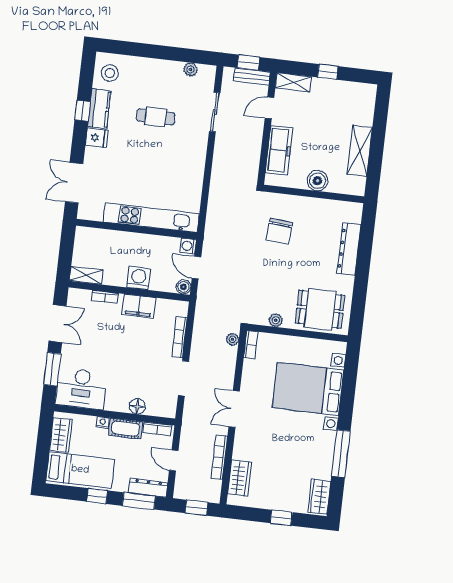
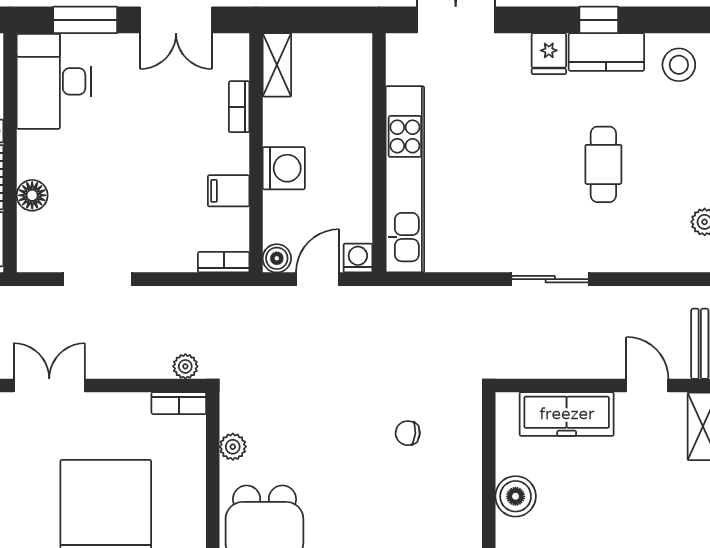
sliding door: (215, 112) -> (550, 279), moved
chair: (279, 231) -> (408, 433), width x0.54, depth x0.54
filing cabinet: (139, 306) -> (229, 191), width x0.50
bookcase: (180, 337) -> (224, 262), moved, width x0.64

